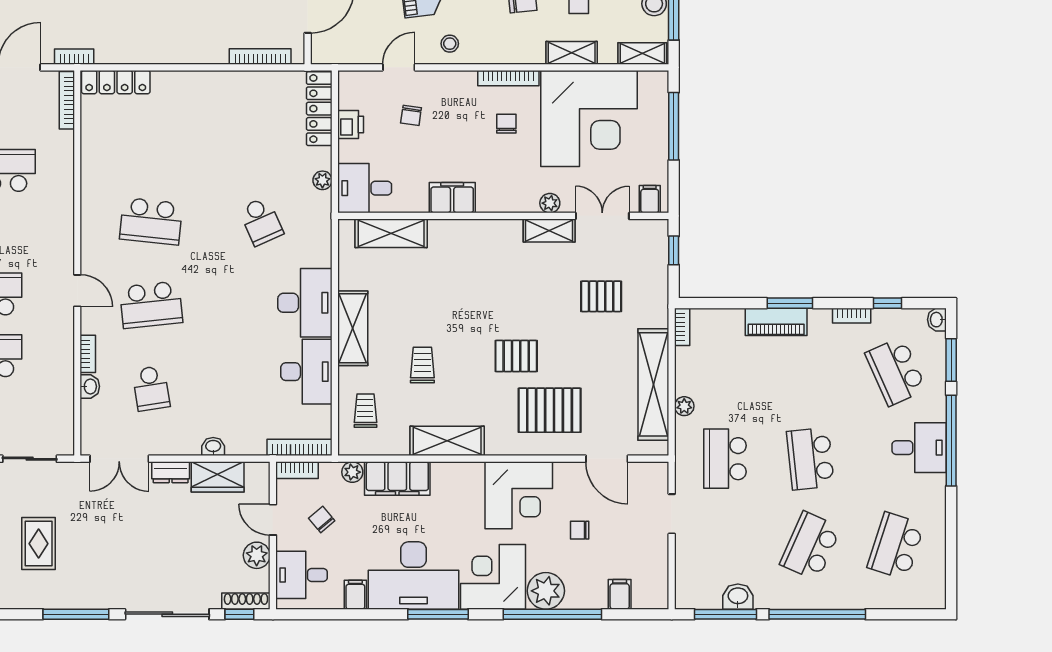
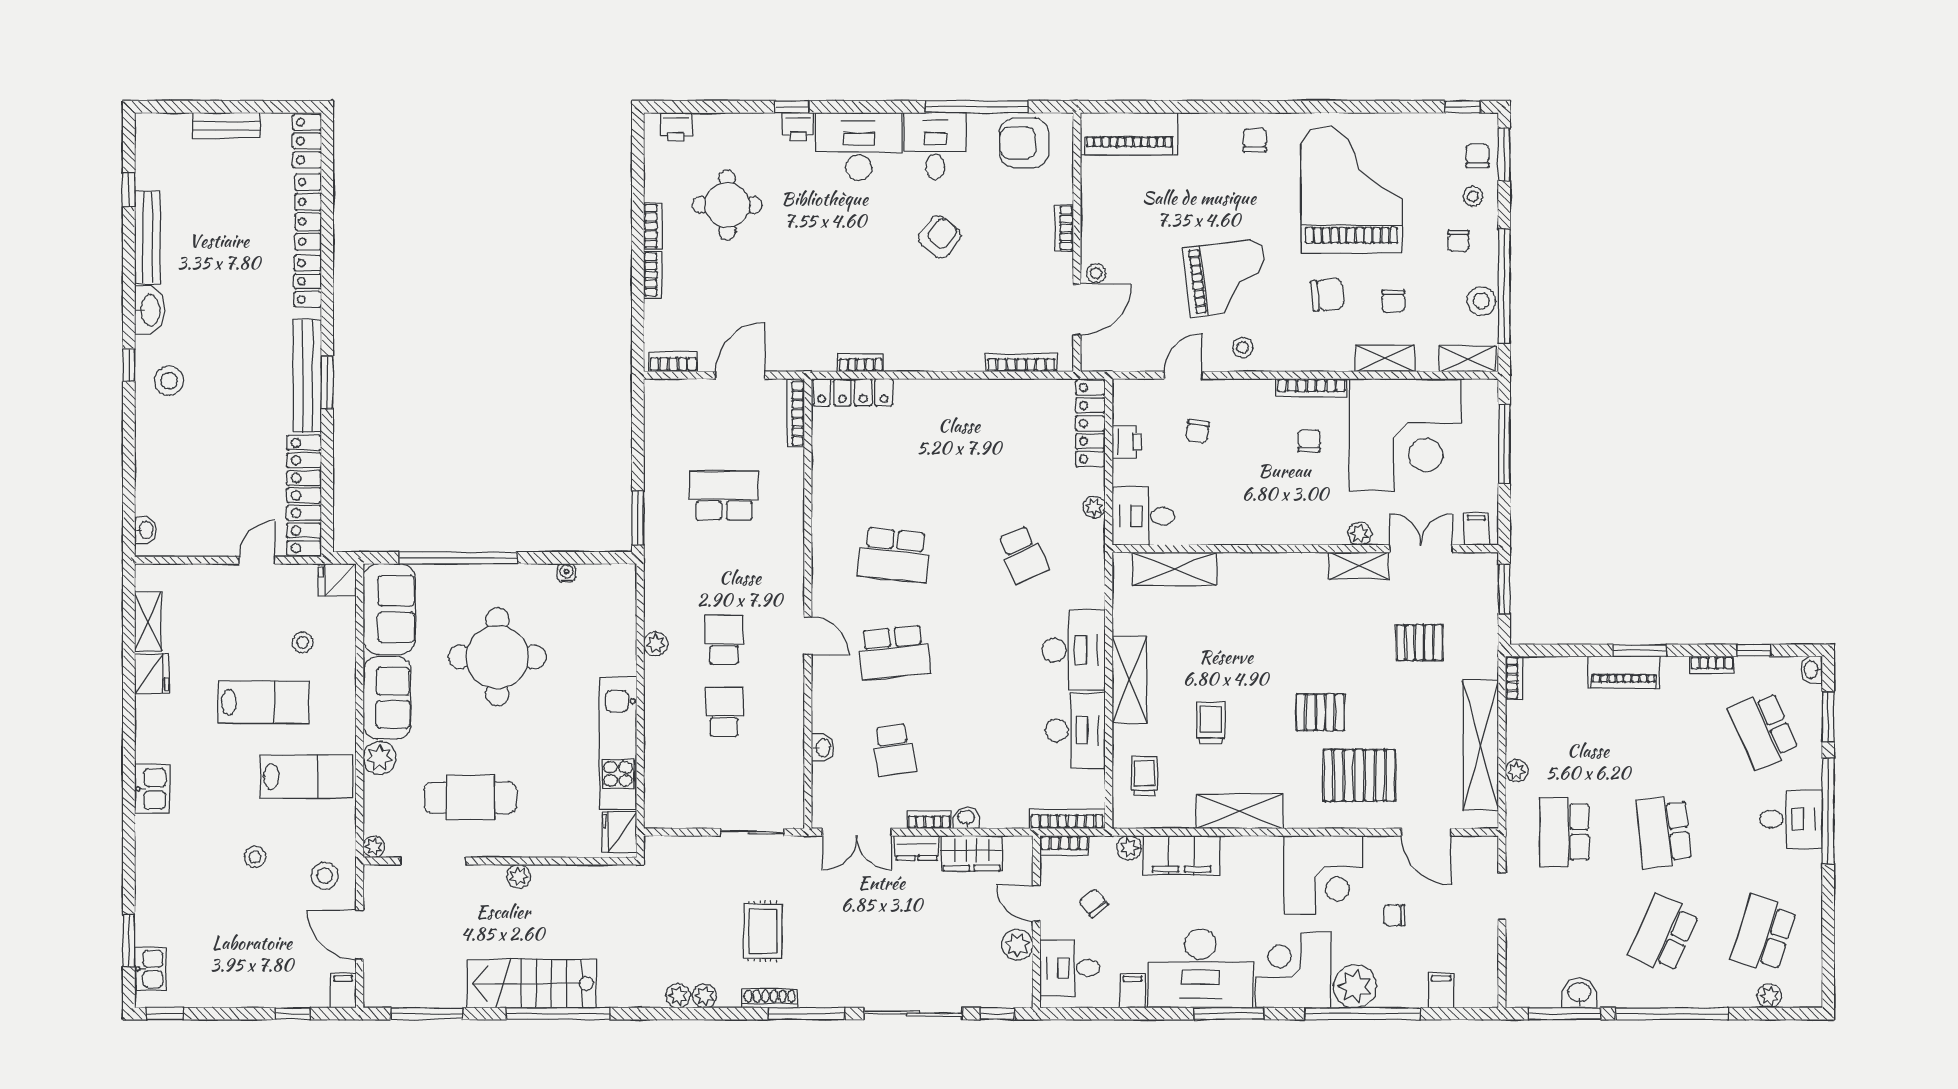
bookcase: (74, 57) -> (861, 363), moved
filing cabinet: (452, 198) -> (1246, 527), removed
window: (674, 250) -> (1504, 589), width x1.50
bookcase: (88, 354) -> (929, 820), moved, turned -90
plant: (901, 599) -> (1769, 996), added
shoe rack: (246, 601) -> (770, 998), moved

